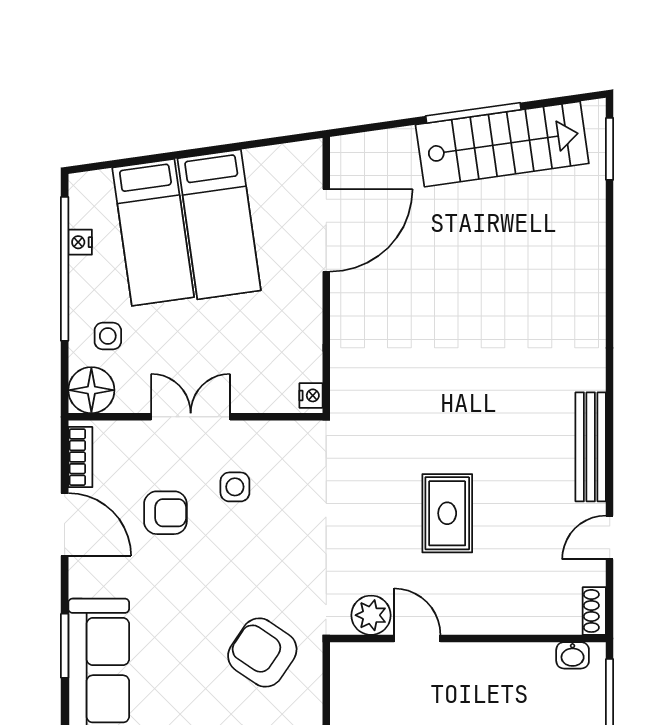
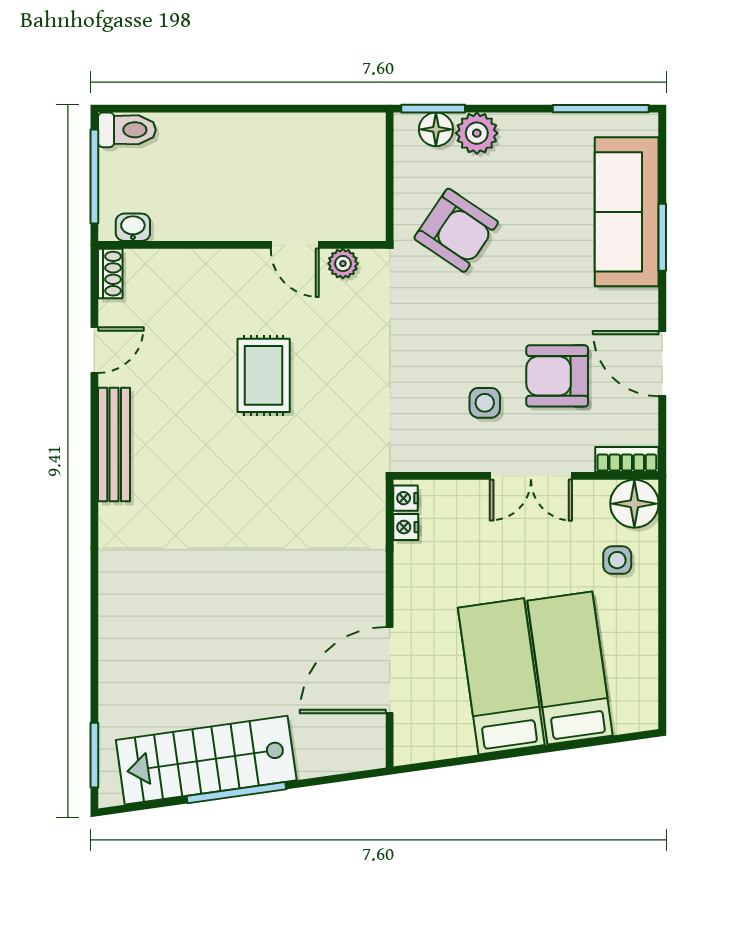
nightstand: (80, 242) -> (406, 527), moved, turned 180
window: (65, 269) -> (662, 630), removed
bookcase: (80, 457) -> (627, 459), moved, turned 90
armchair: (165, 513) -> (557, 376), width x1.38, depth x1.38
plant: (371, 615) -> (343, 264), width x0.73, depth x0.73

